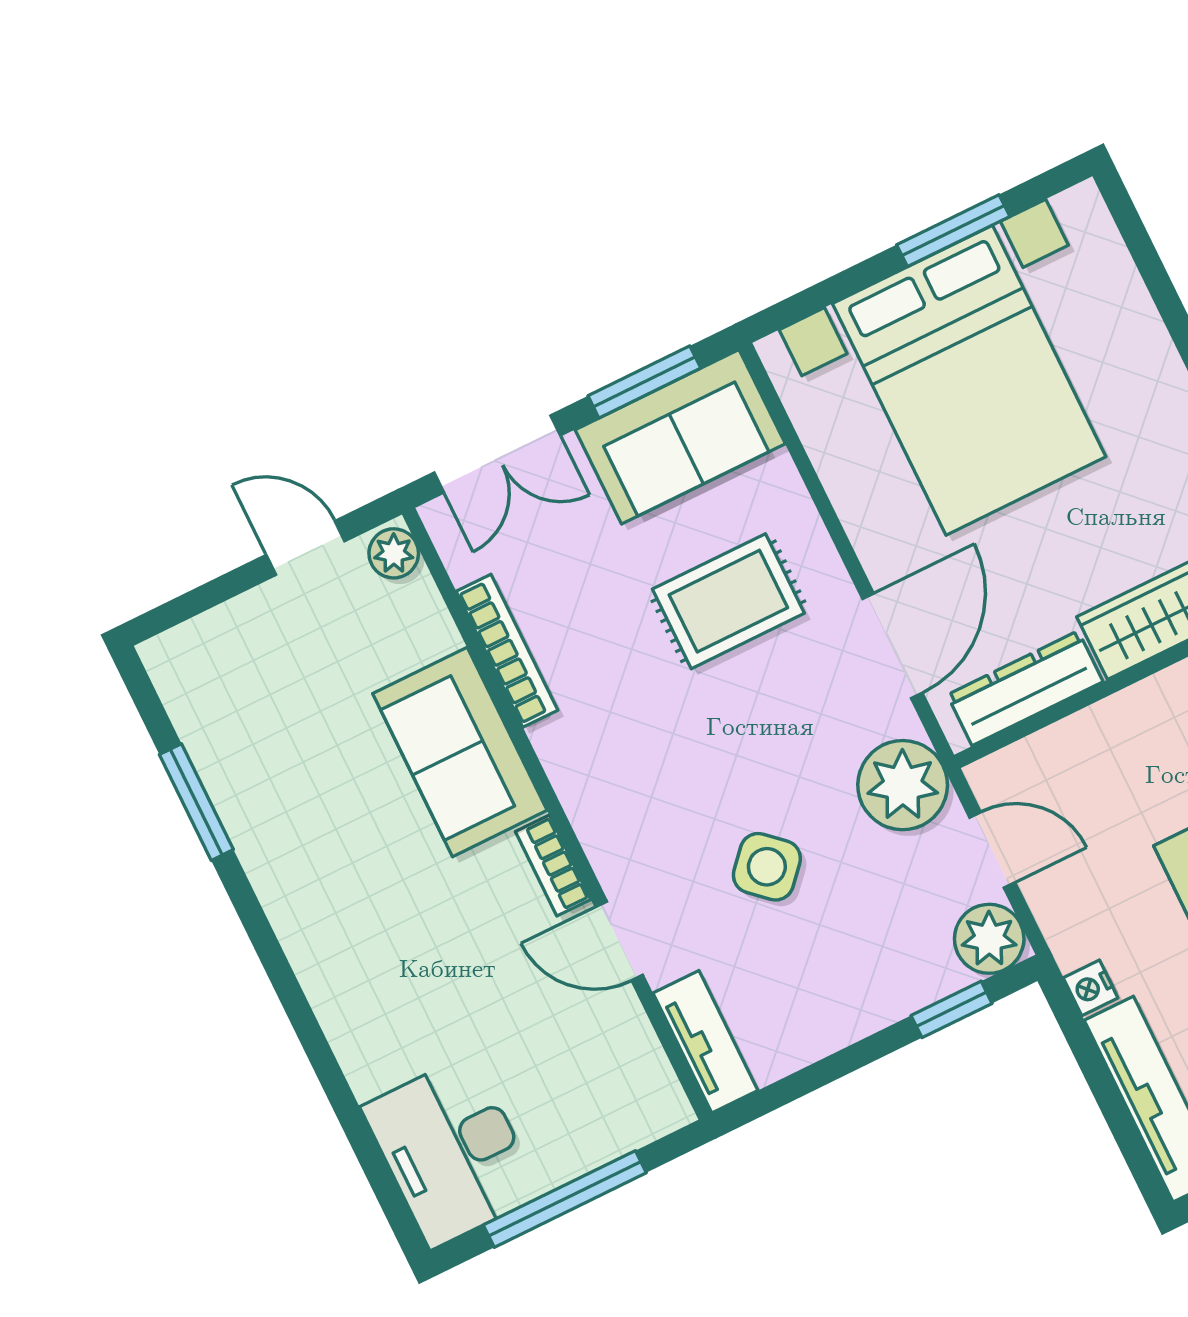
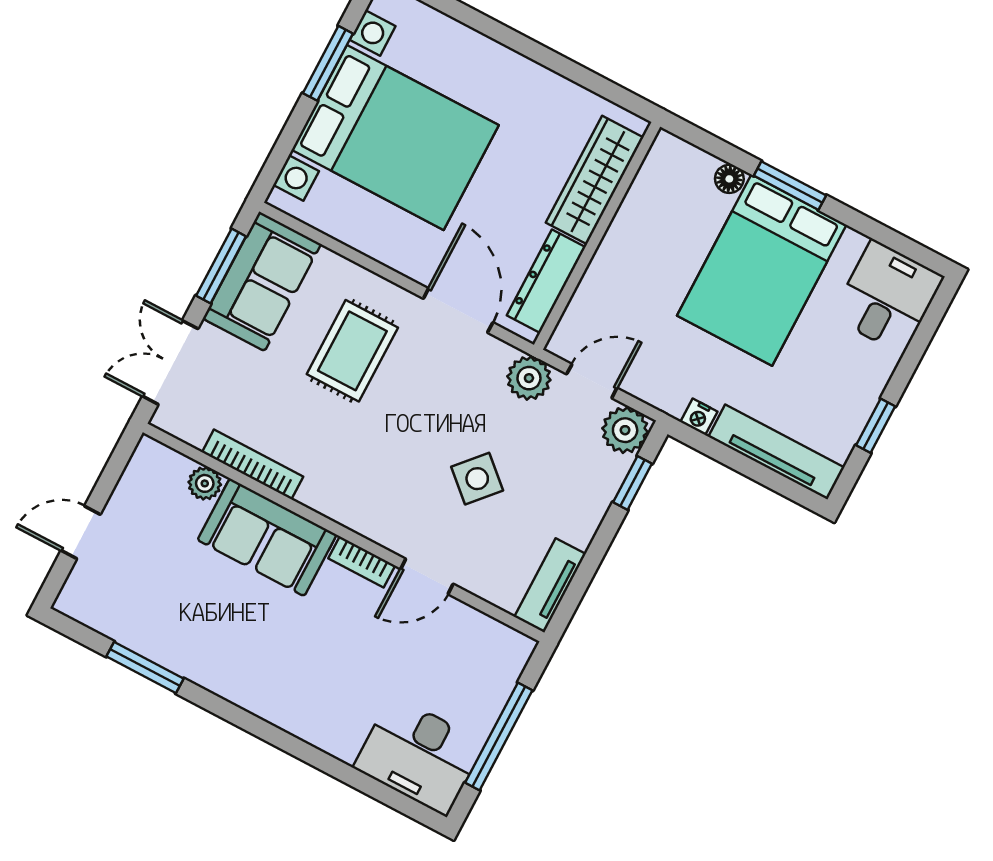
double door: (497, 454) -> (170, 362), swing flipped
door: (306, 548) -> (81, 532), moved
plant: (394, 553) -> (205, 483), moved
plant: (903, 785) -> (529, 378), width x0.73, depth x0.73
tv unit: (705, 1042) -> (550, 585), moved, turned -90

